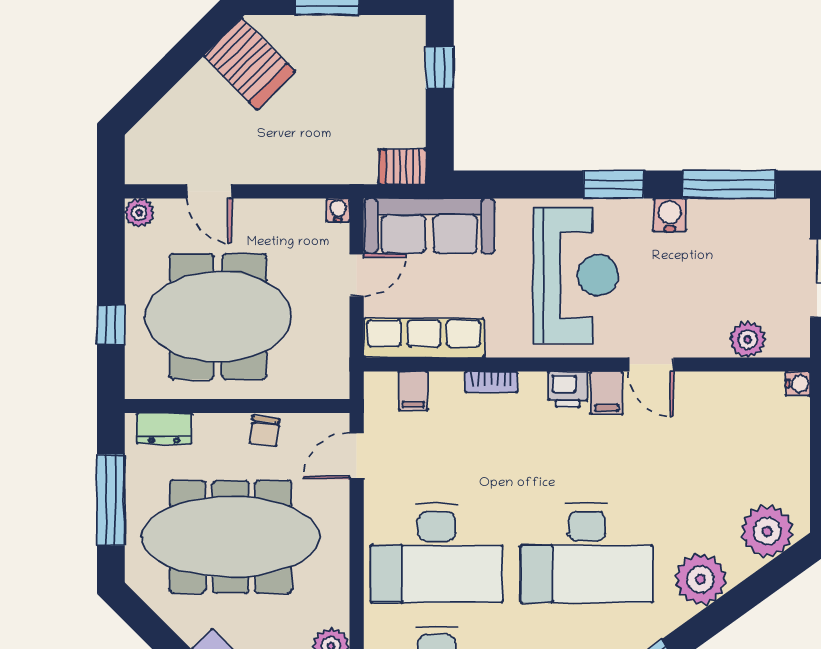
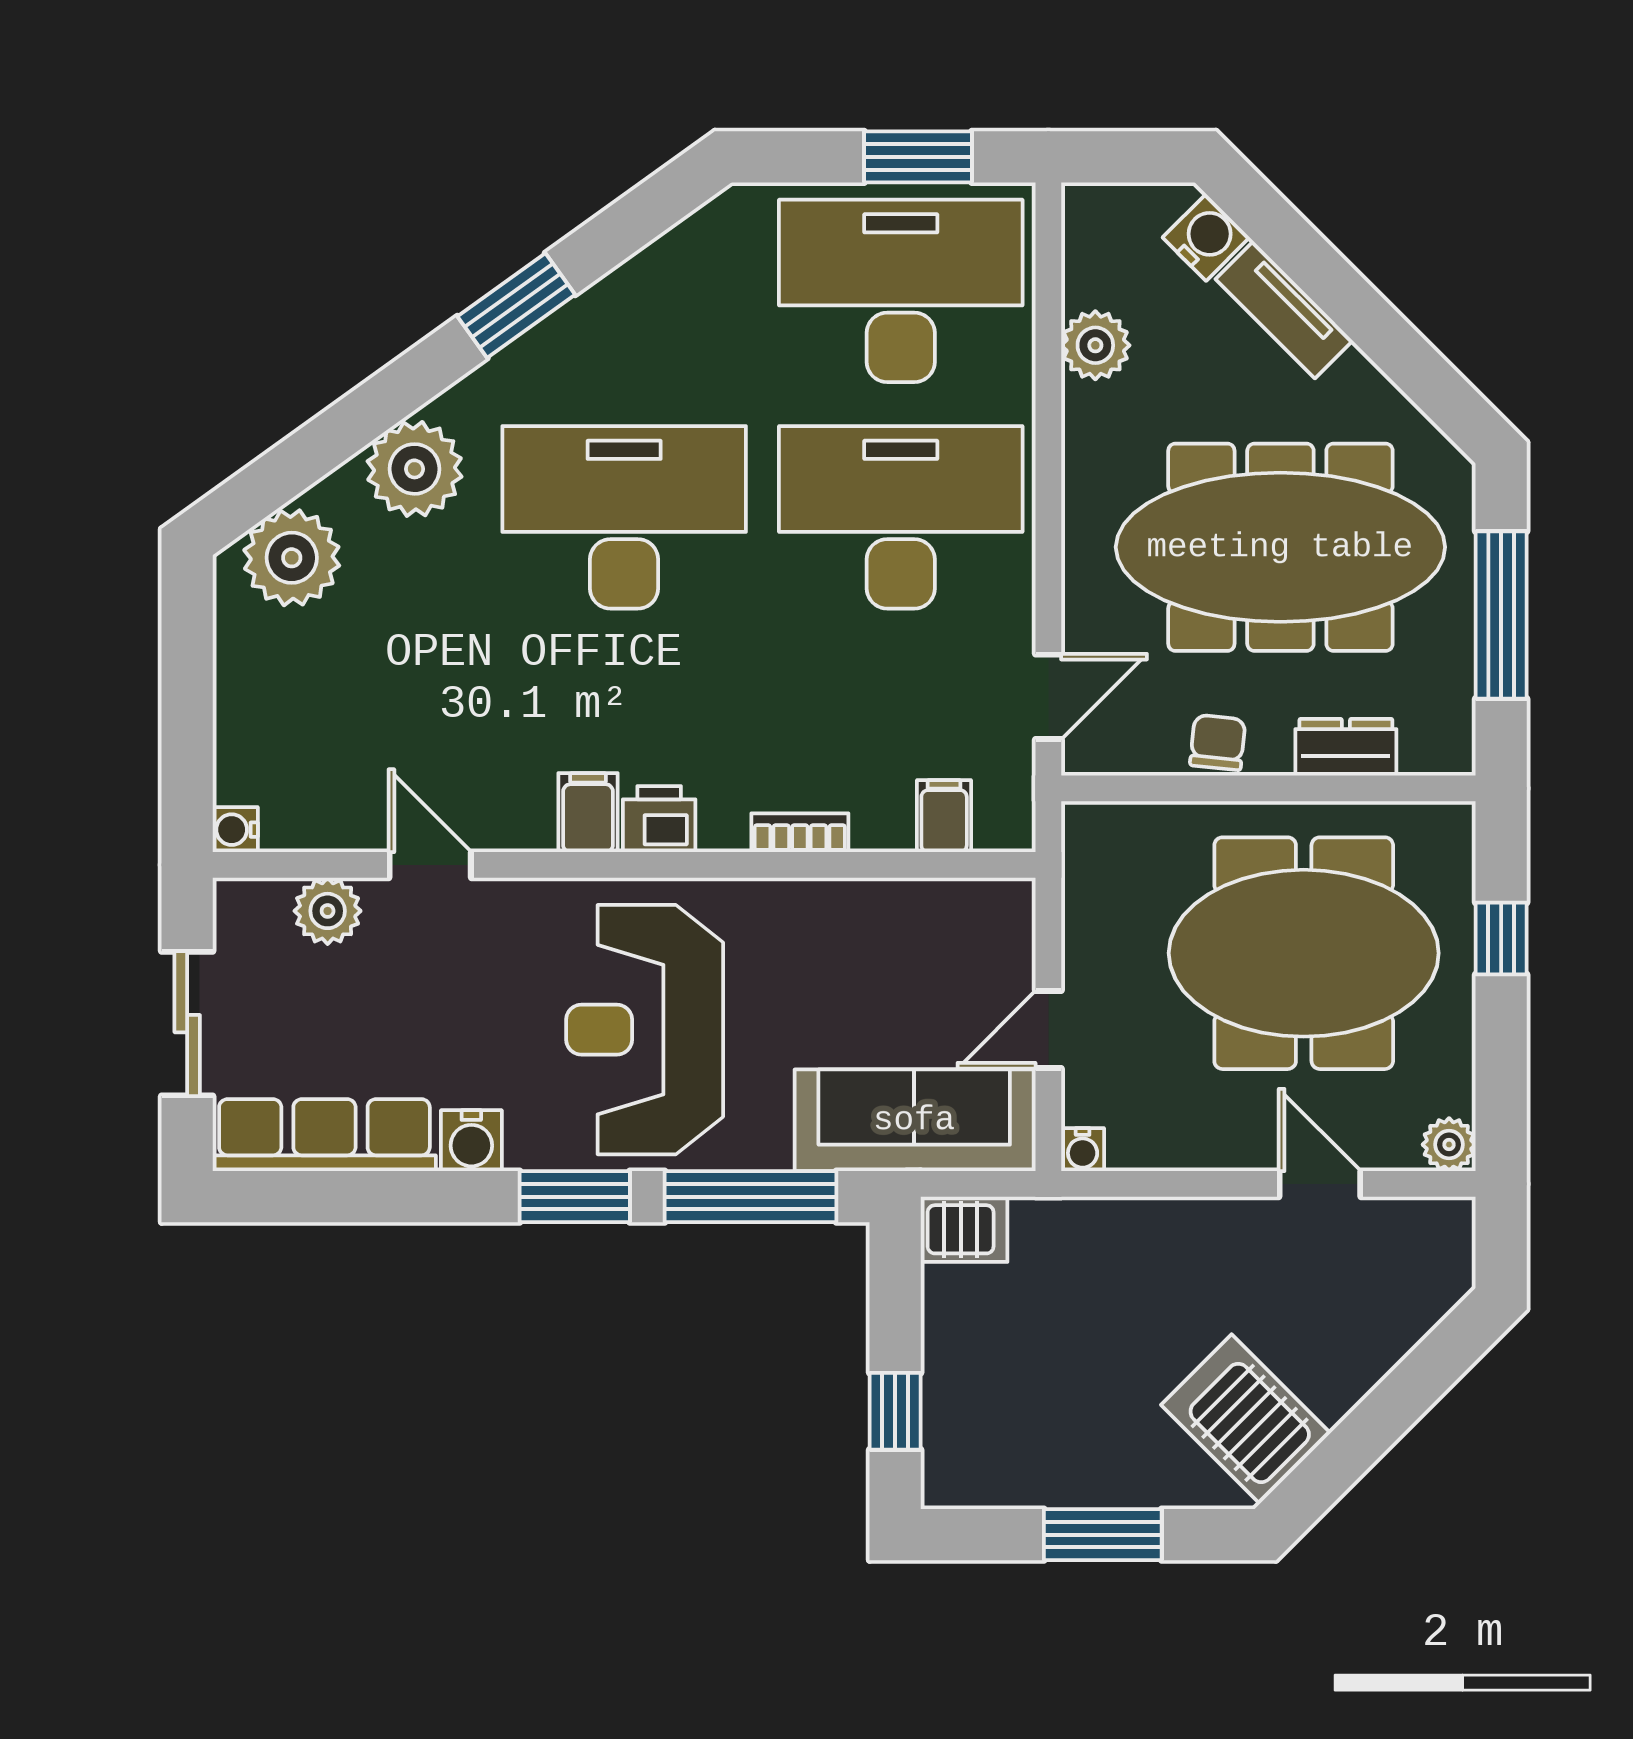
window: (729, 184) -> (751, 1197), moved
row of seats: (424, 338) -> (324, 1135), moved, turned 180
door: (651, 364) -> (430, 865), moved
dresser: (164, 428) -> (1346, 747), moved

